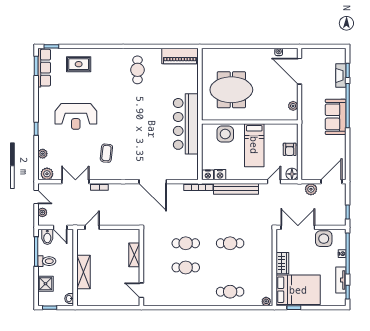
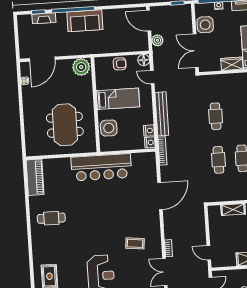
plant: (293, 106) -> (81, 67), width x1.87, depth x1.87

